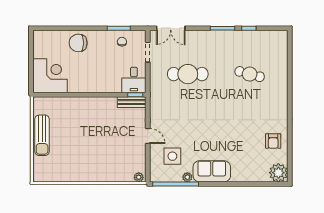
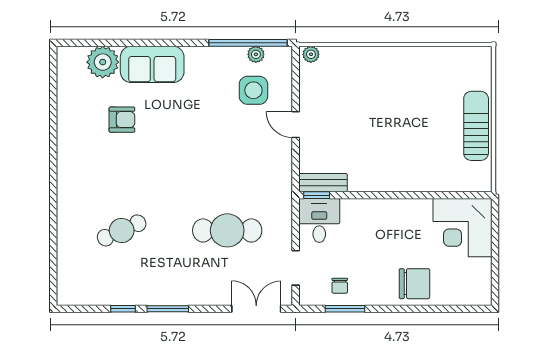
cafe table: (250, 74) -> (122, 230), turned -39
armchair: (273, 141) -> (122, 120), moved, turned 90
sofa: (212, 171) -> (152, 64), moved
plant: (278, 173) -> (103, 62), moved
plant: (187, 177) -> (256, 54), moved

